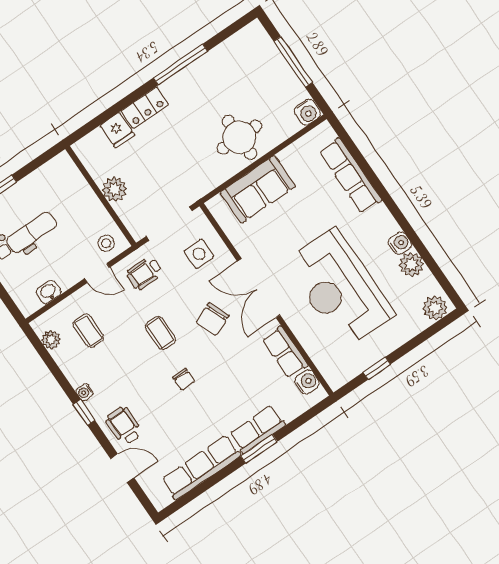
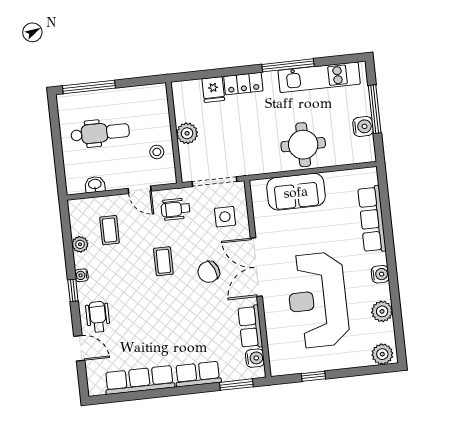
kitchen unit: (219, 60) -> (319, 77), added
water cooler: (307, 112) -> (363, 126), moved, turned -90
stool: (106, 243) -> (157, 152), moved
water cooler: (400, 243) -> (380, 274), moved
plant: (51, 340) -> (80, 244), moved
chair: (184, 379) -> (162, 306), removed
window: (259, 449) -> (236, 385), moved

